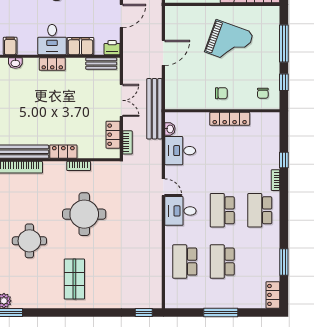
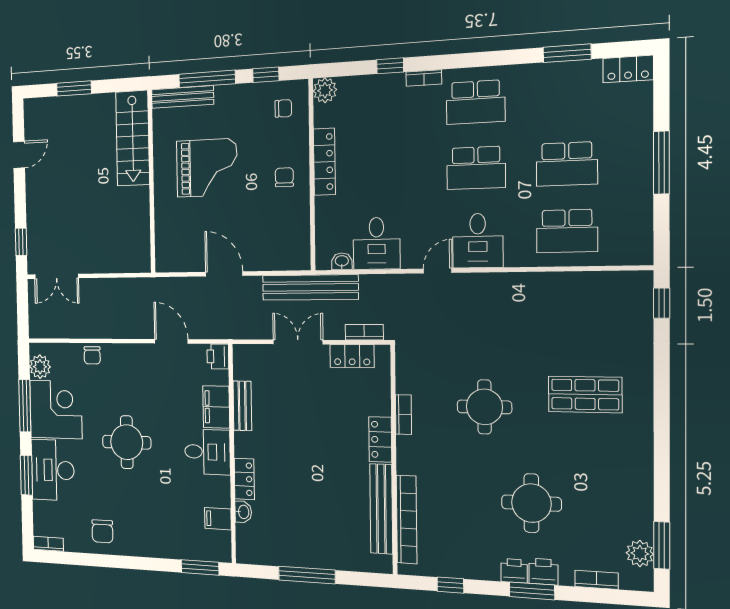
bench: (274, 27) -> (182, 97), added
grand piano: (229, 42) -> (207, 168), turned 70
bench: (101, 63) -> (242, 406), moved
locker: (52, 64) -> (244, 479), moved
plant: (272, 120) -> (325, 90), added
round table: (84, 214) -> (484, 407), width x0.73, depth x0.73
shop shelf: (74, 279) -> (585, 395), moved

